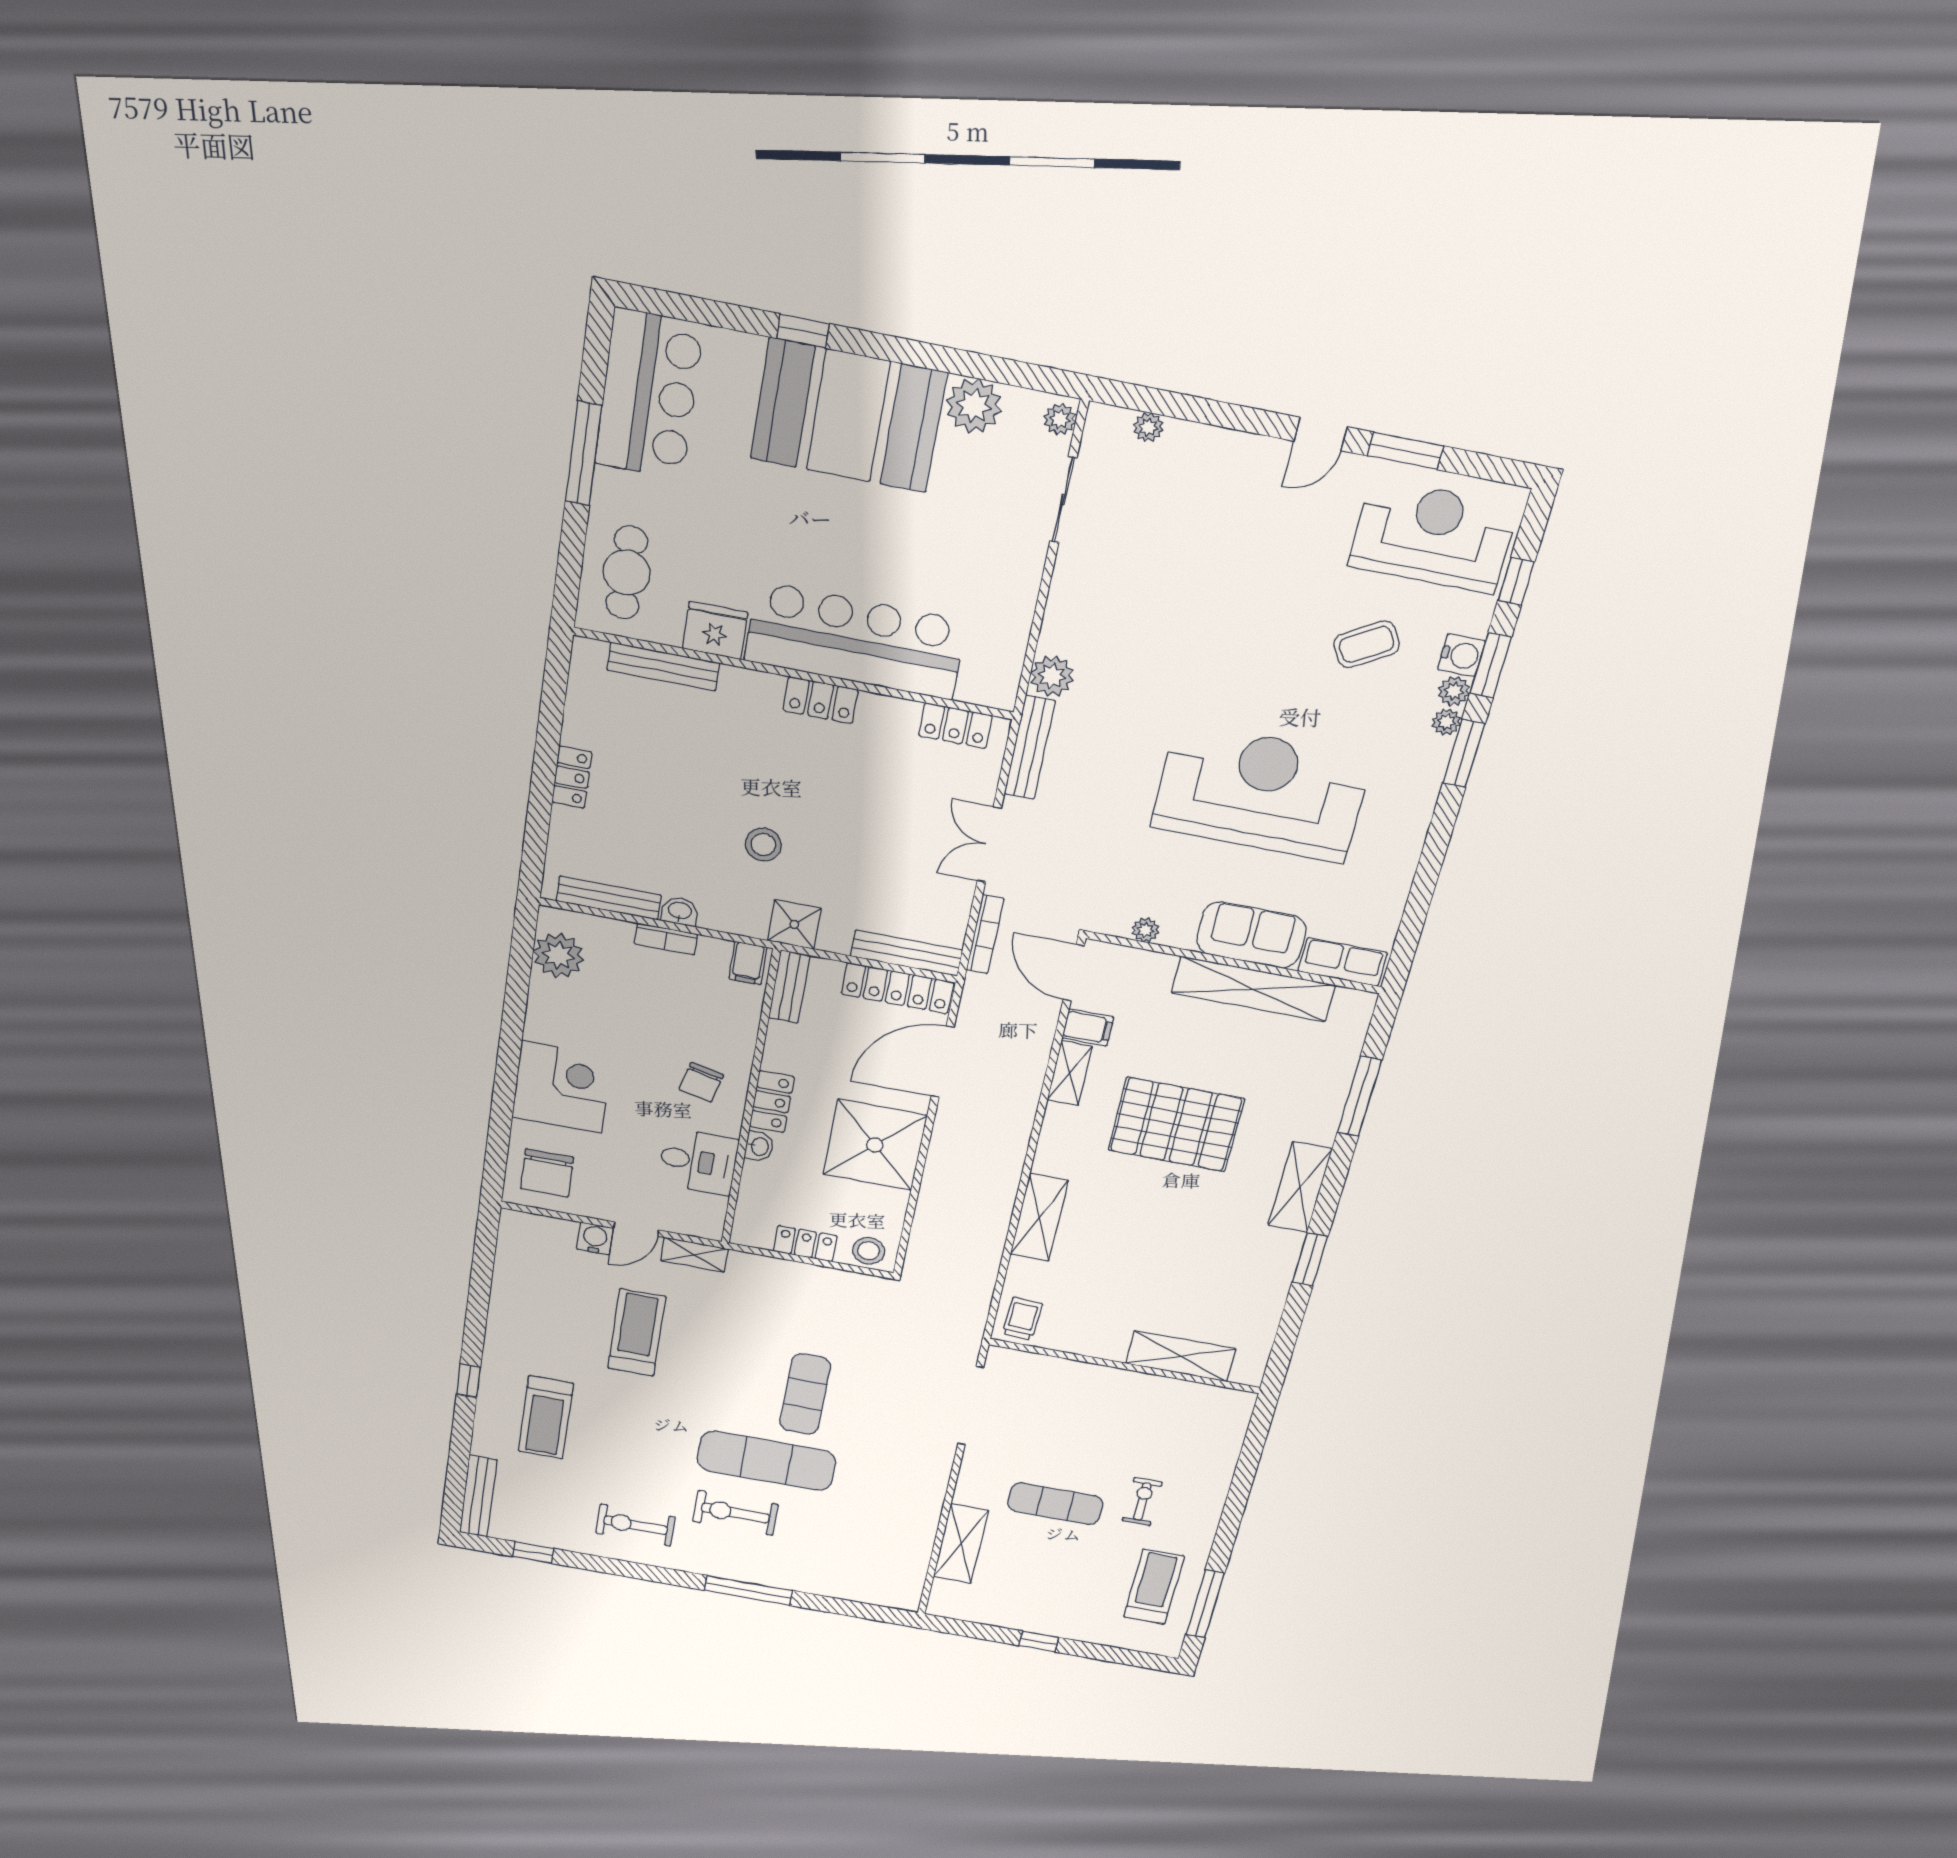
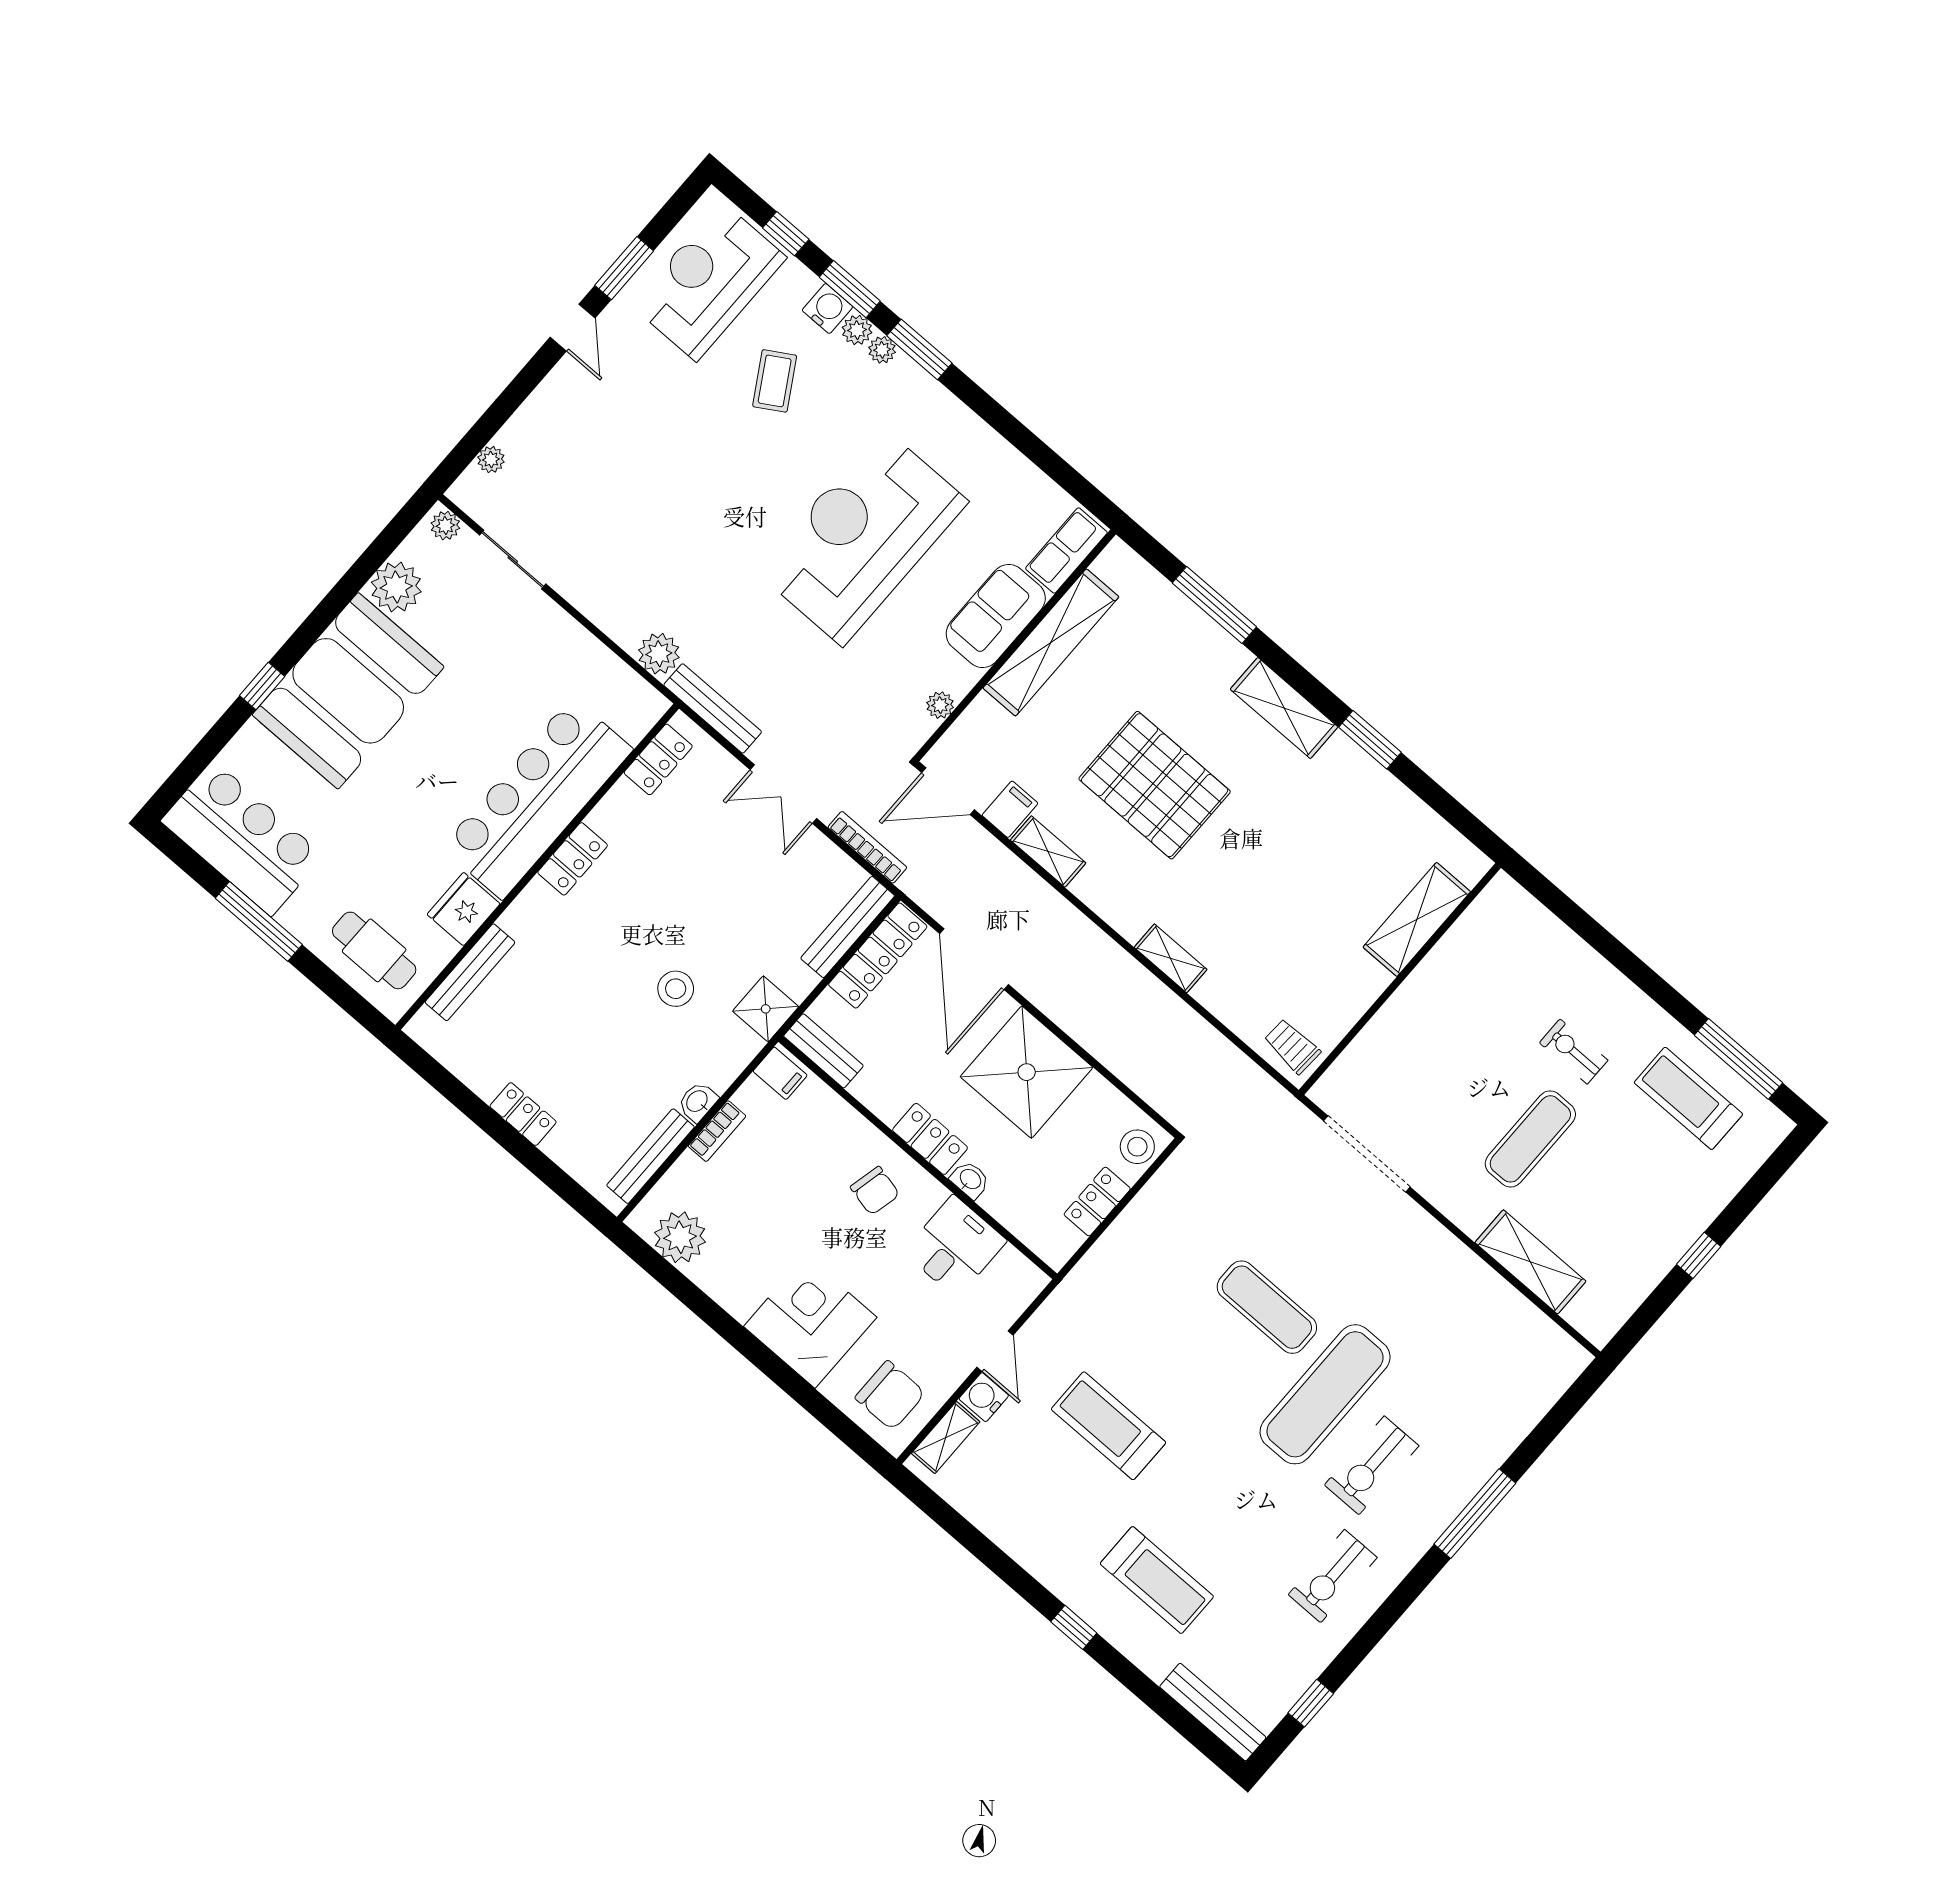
pallet: (1176, 1125) -> (1155, 785), turned 90
shelving: (1039, 1218) -> (1171, 958), width x0.67, depth x0.75
shelving: (694, 1255) -> (946, 1438), moved

